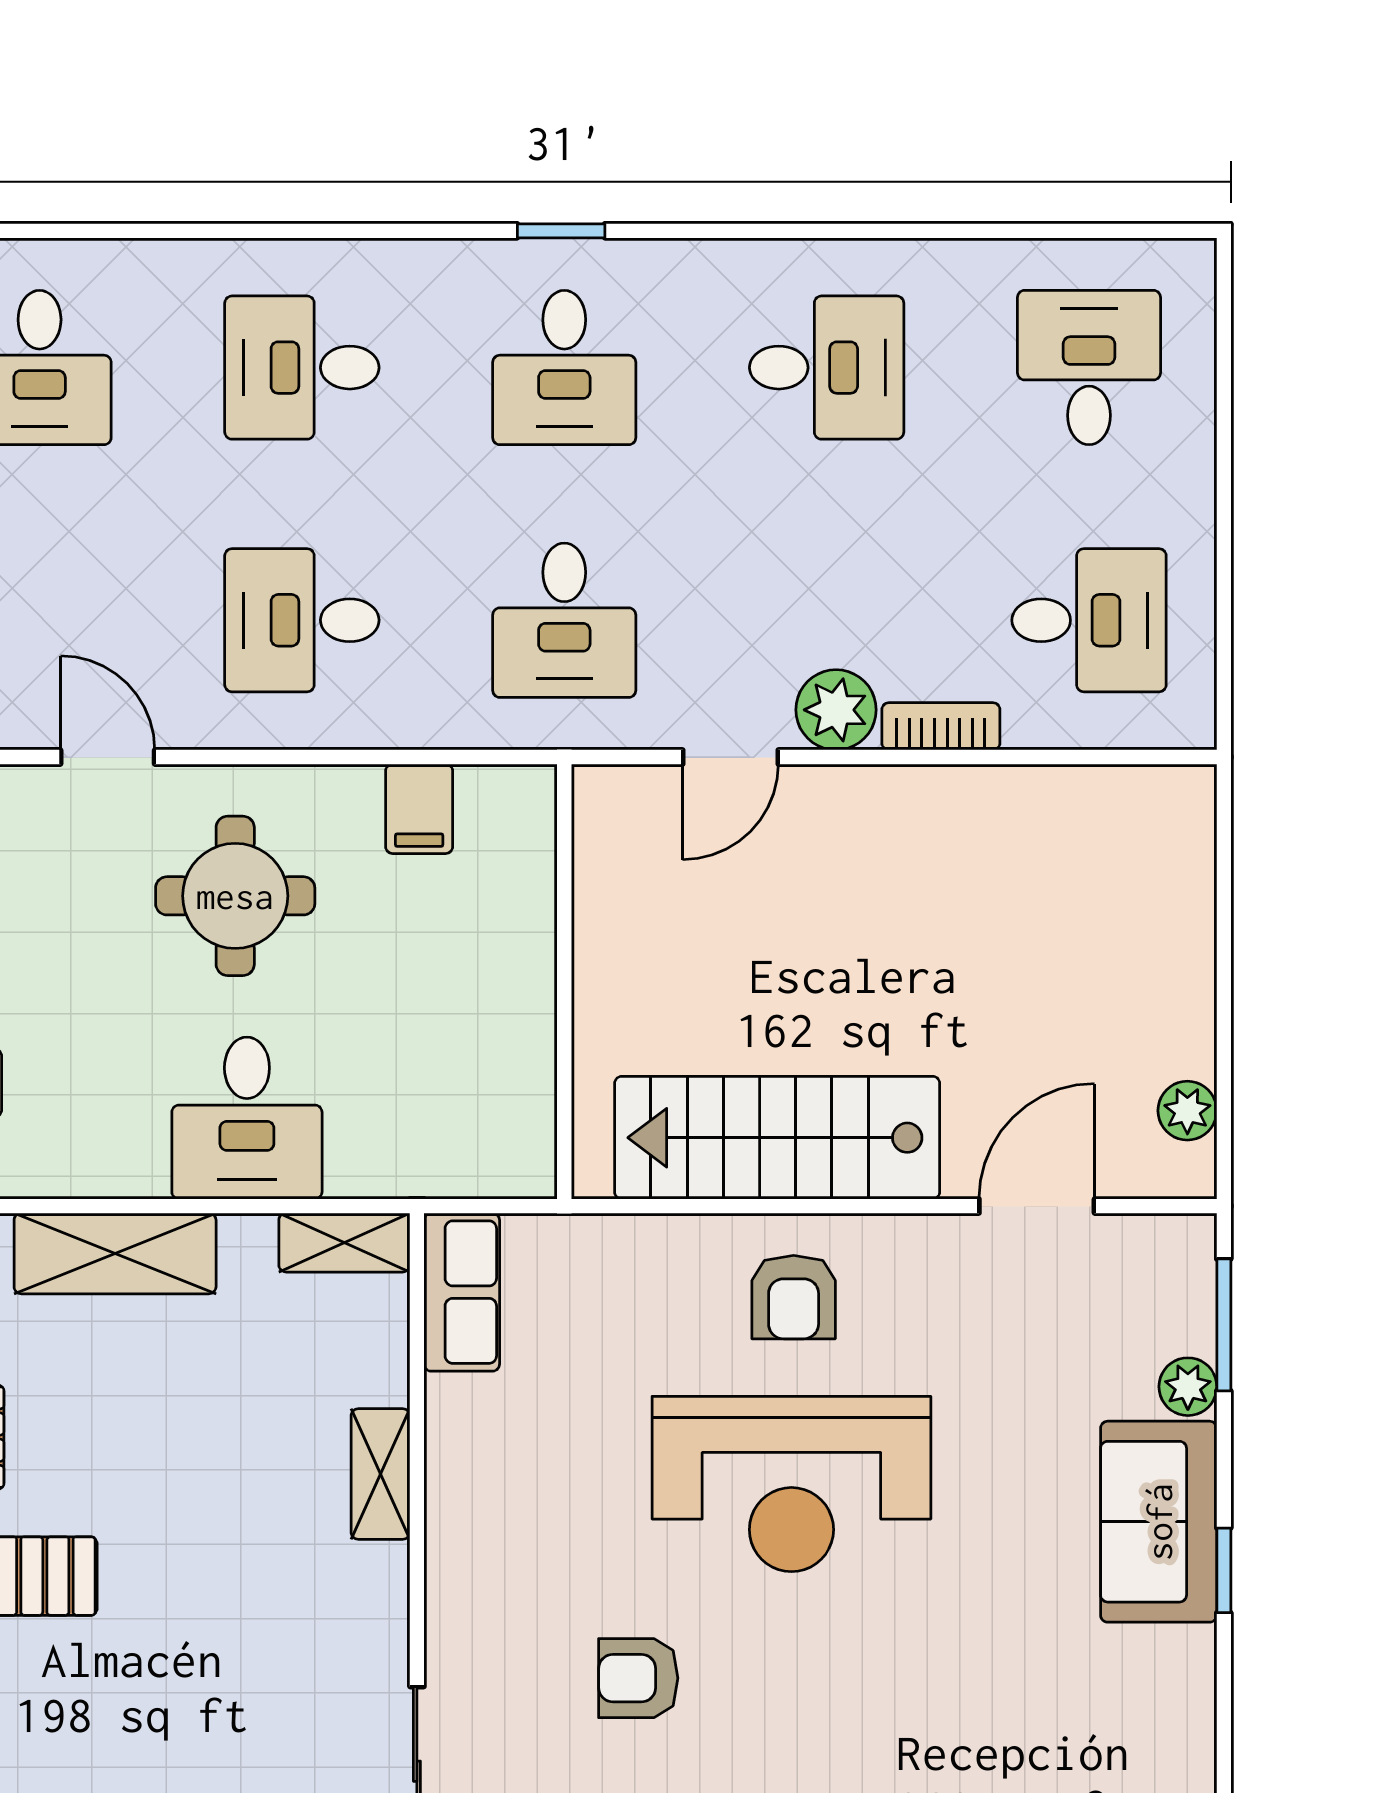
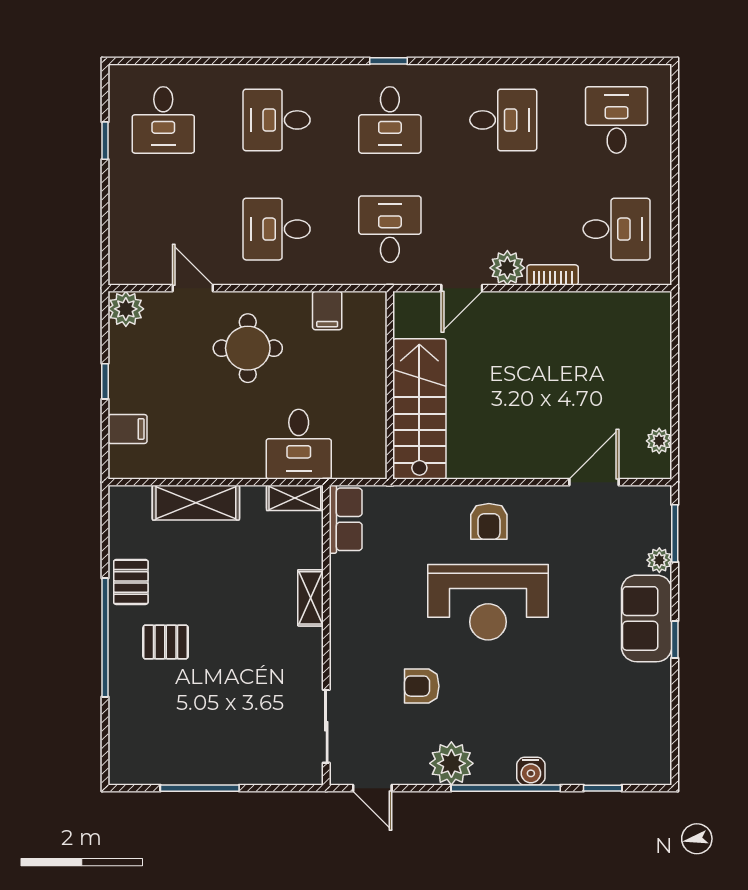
desk: (564, 620) -> (390, 229), turned 180
desk: (247, 1118) -> (299, 444), moved
stairs: (777, 1138) -> (419, 409), moved, turned 90

